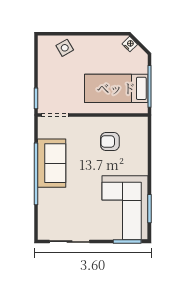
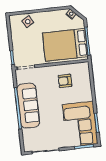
bed: (116, 88) -> (65, 45), width x1.50
sofa: (52, 163) -> (28, 106), width x1.36

